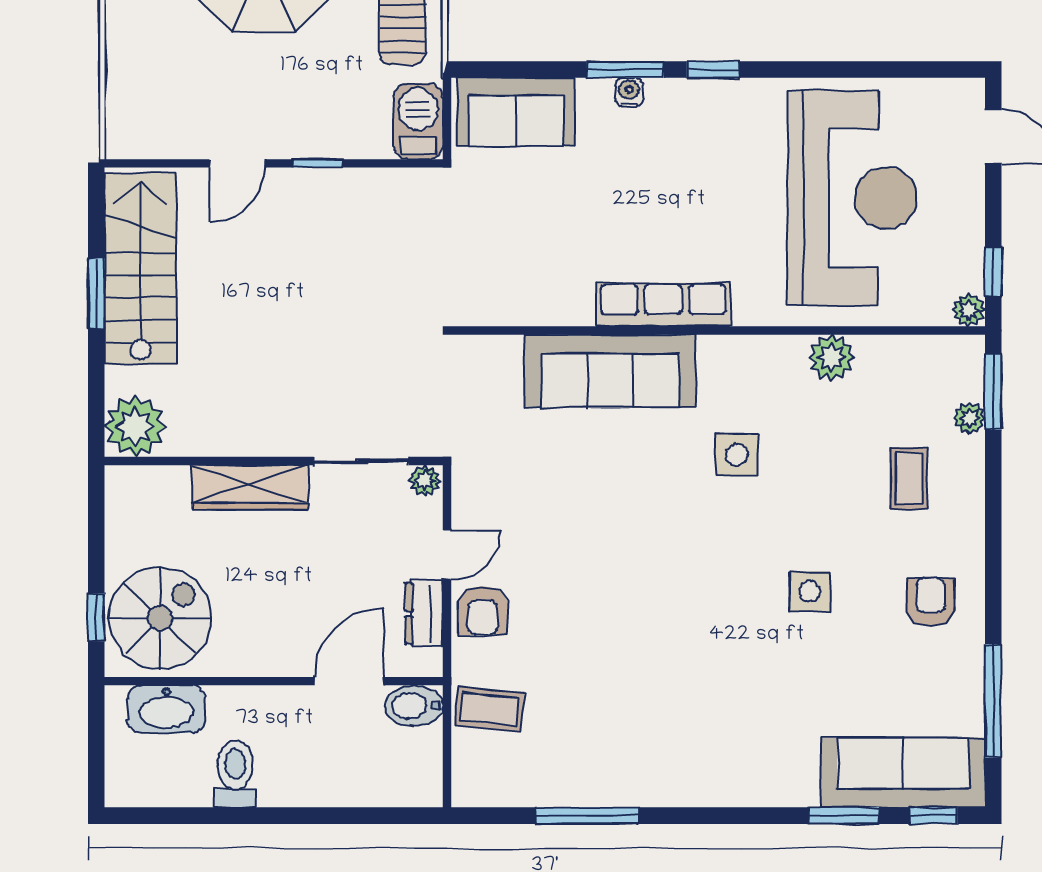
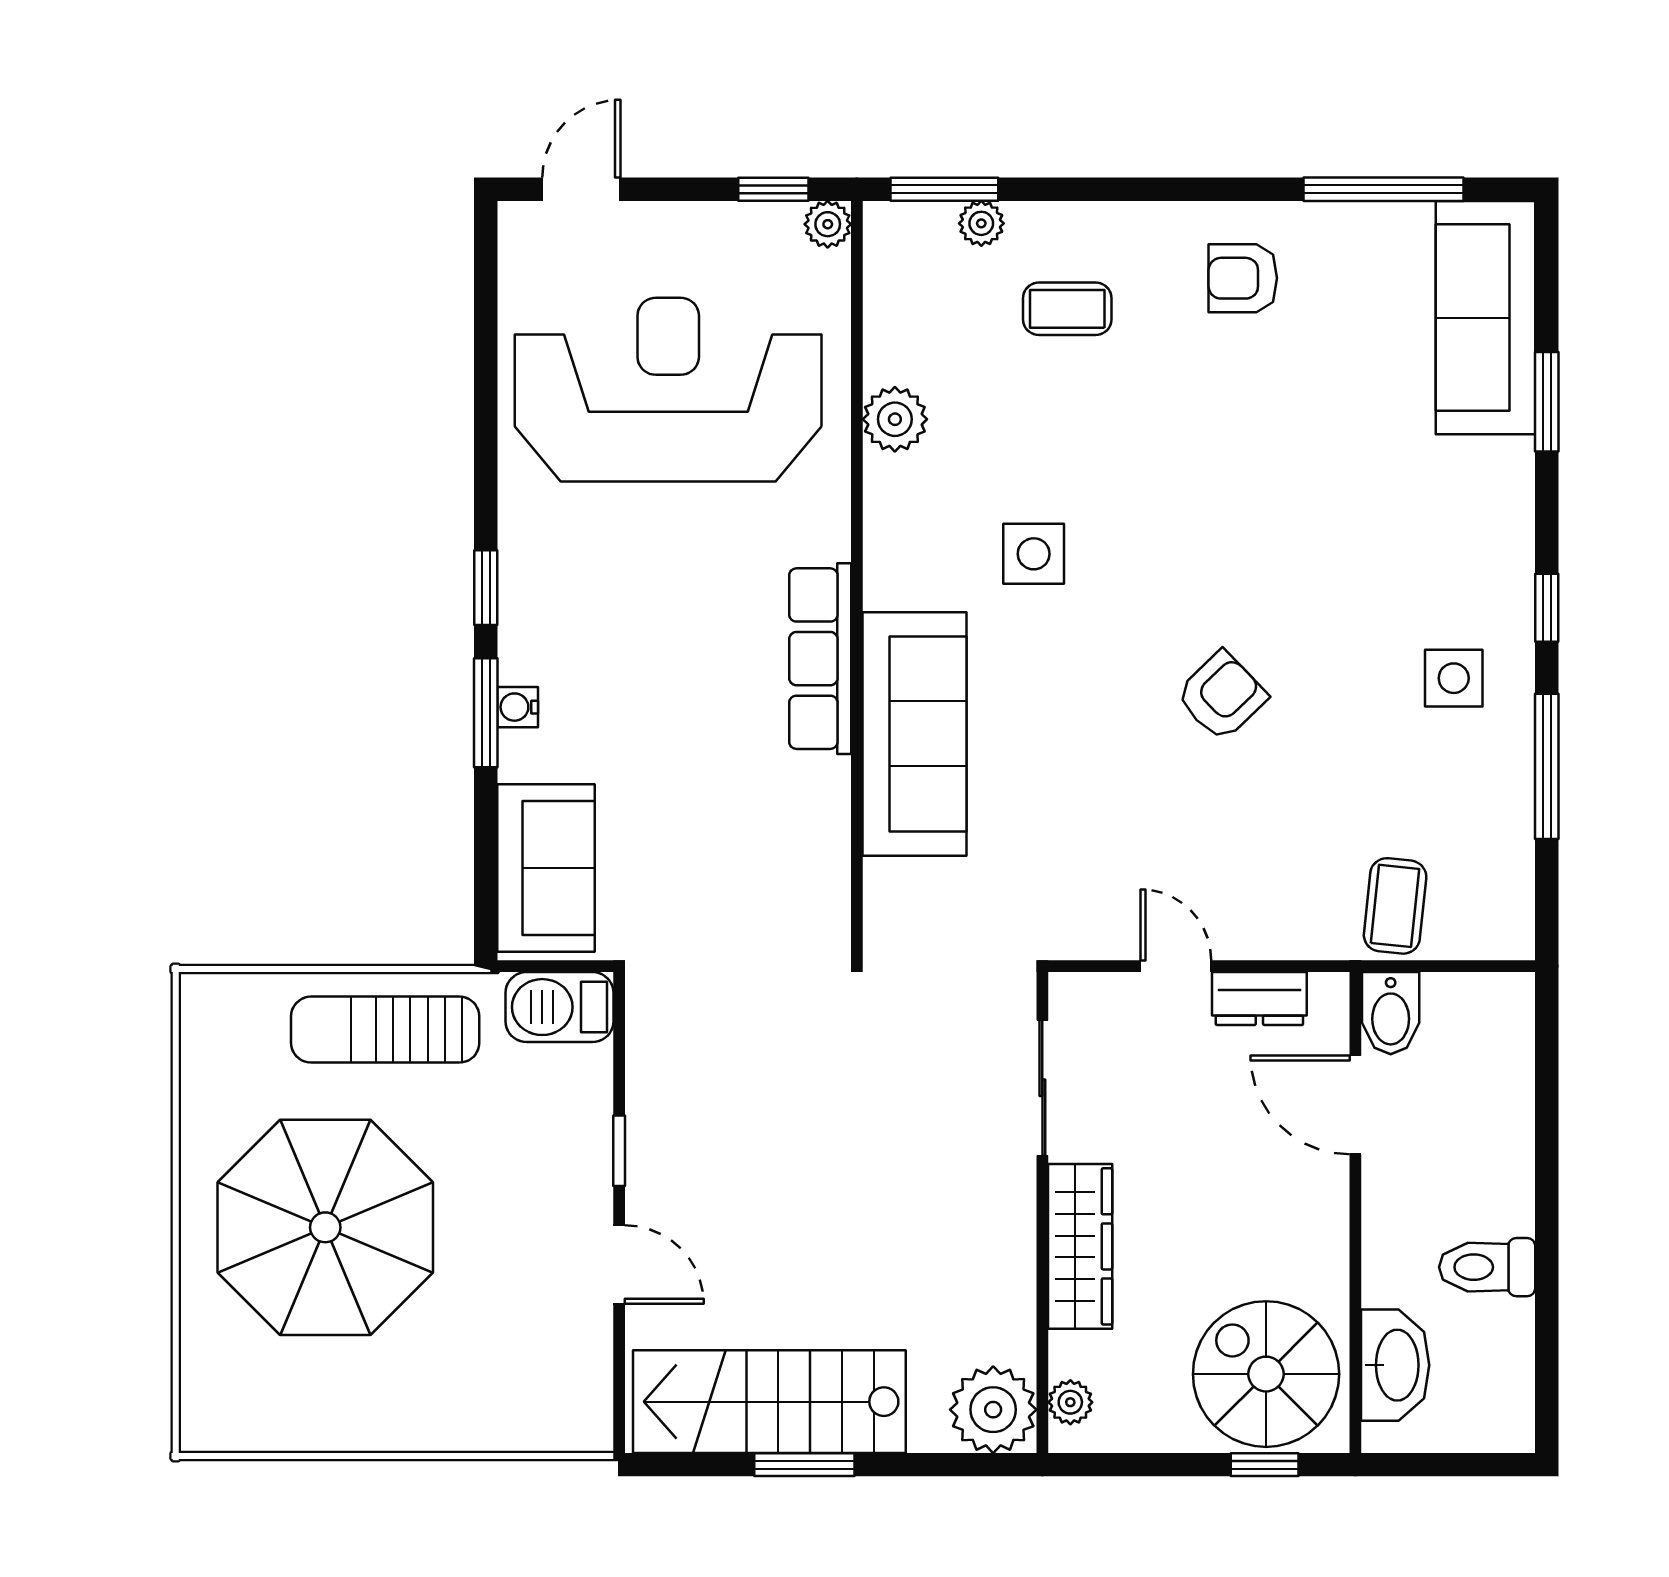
plant: (425, 481) -> (1070, 1402), moved
side table: (810, 591) -> (1454, 678), moved
armchair: (483, 611) -> (1222, 696), moved, turned -44
window: (933, 816) -> (1547, 608), moved

